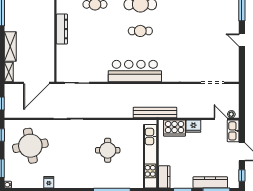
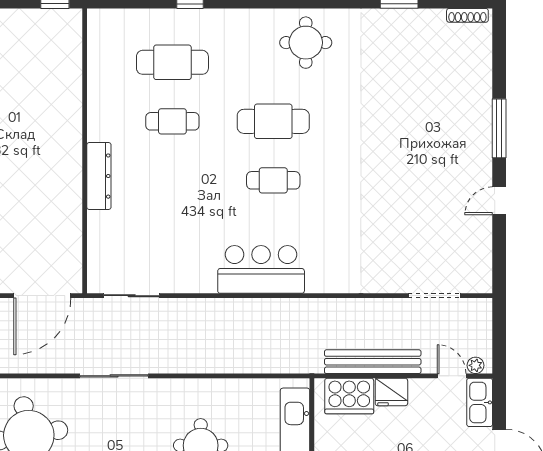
door: (242, 40) -> (499, 201), hinge flipped
bar counter: (135, 71) -> (261, 269), width x0.73
bench: (155, 113) -> (373, 362), moved

